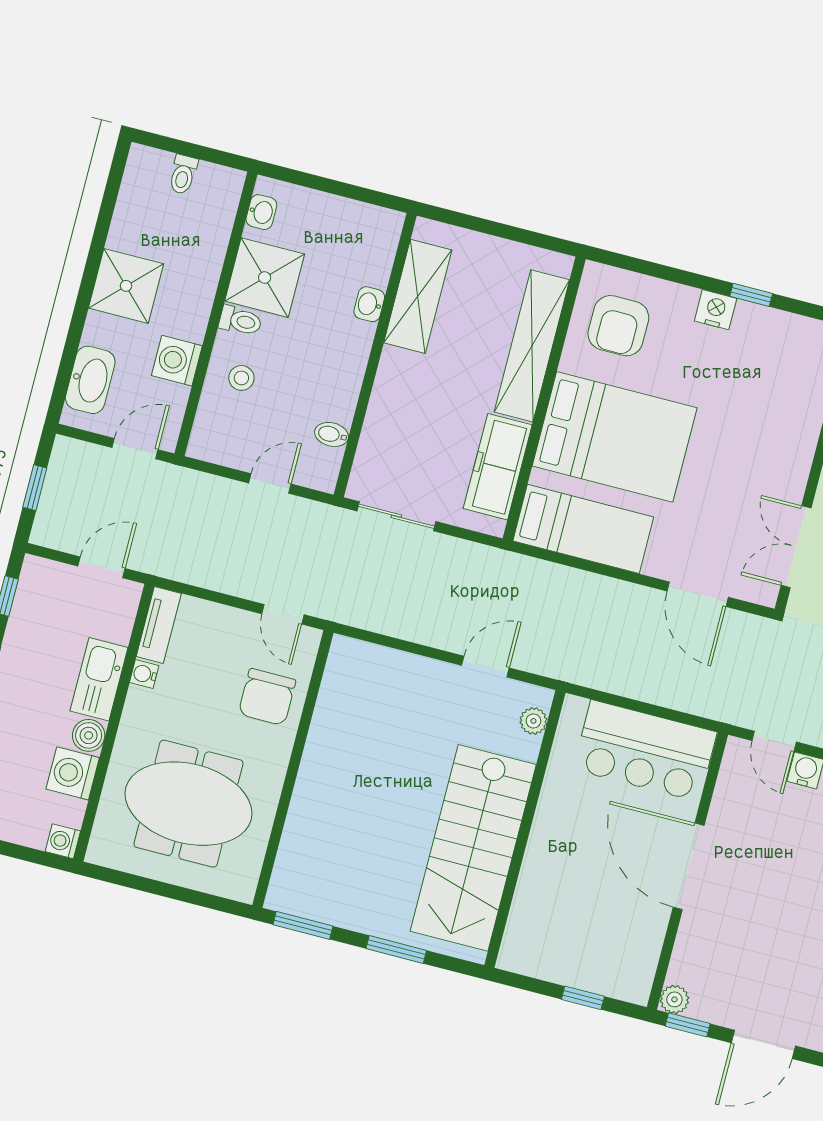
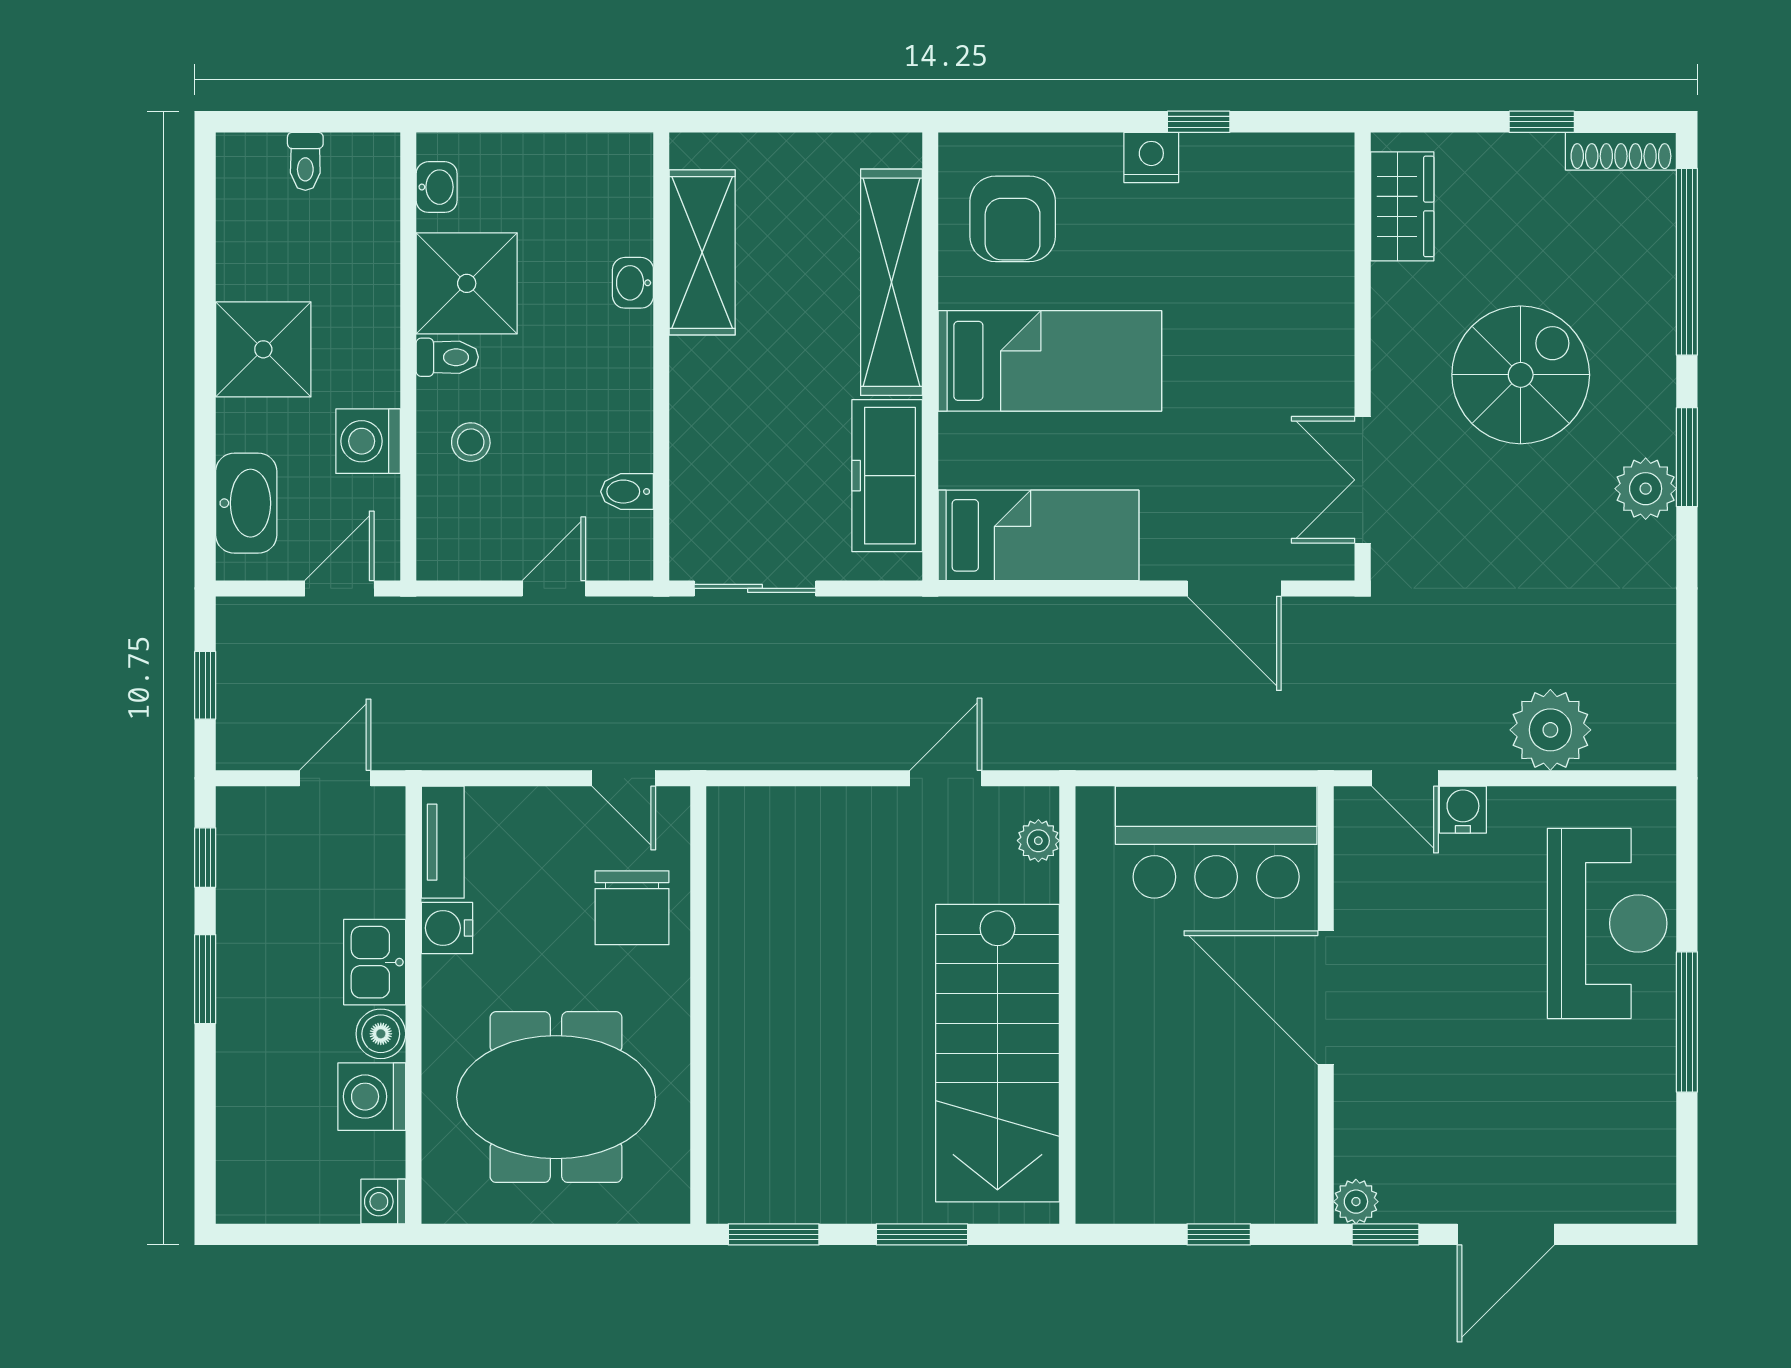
bed: (615, 437) -> (1050, 361), width x0.67
water cooler: (144, 674) -> (447, 928), width x1.38, depth x1.38
kitchen sink: (99, 679) -> (375, 962), width x0.73

